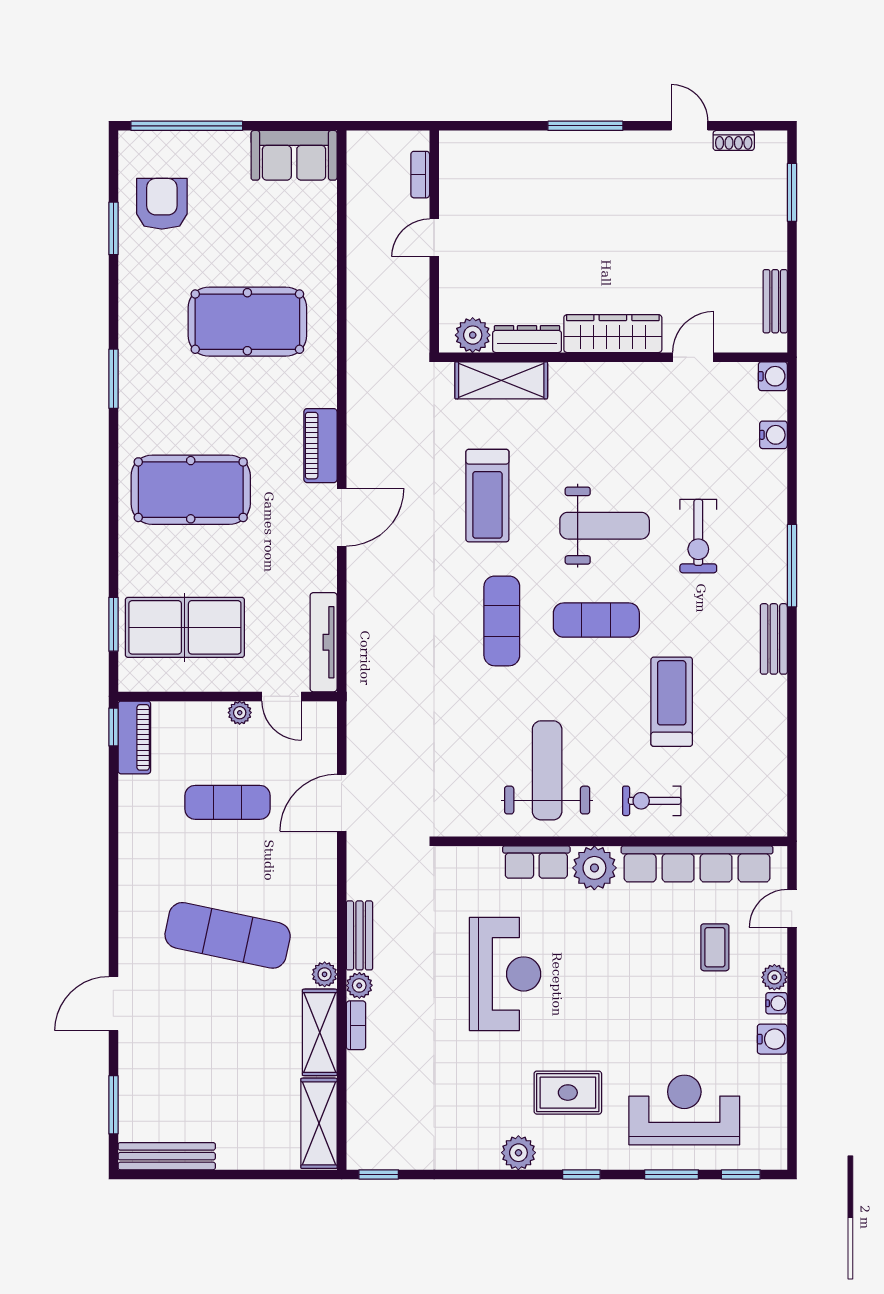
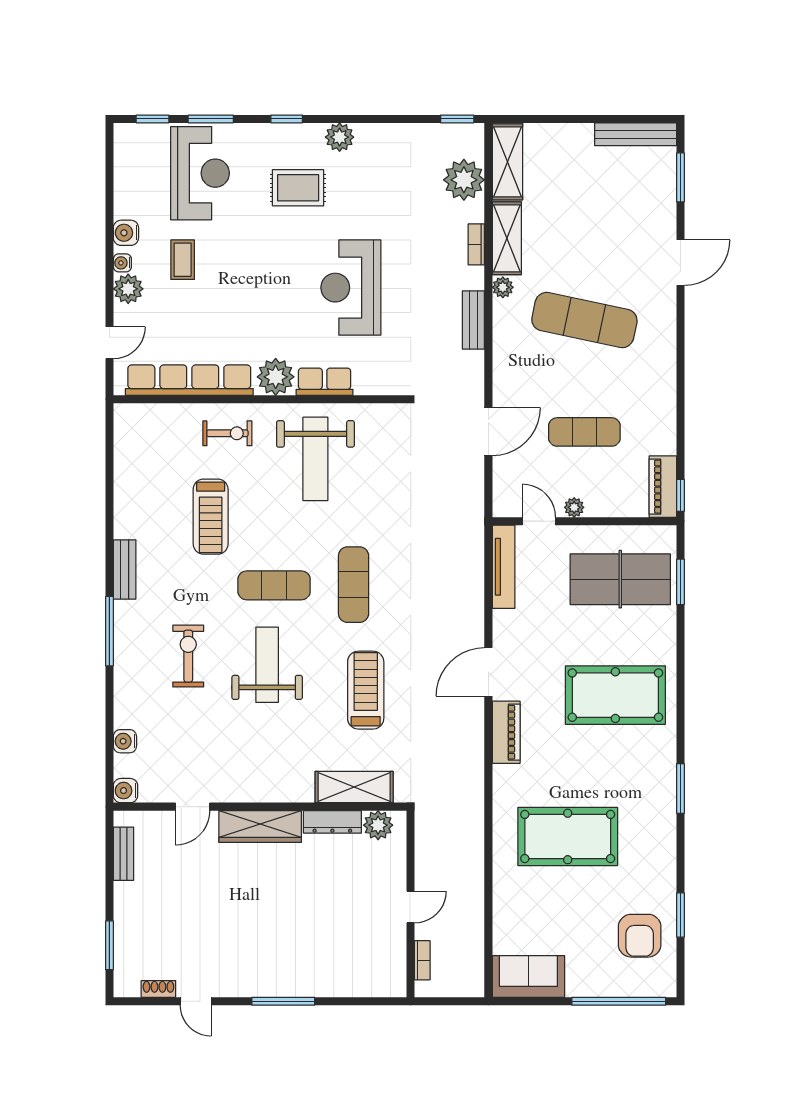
weight bench: (605, 526) -> (267, 665), turned 90
coffee table: (715, 947) -> (183, 260), moved
plant: (774, 977) -> (128, 289), width x1.38, depth x1.38
plant: (359, 985) -> (464, 180), moved, width x1.88, depth x1.88
reception desk: (684, 1110) -> (200, 173), turned -90

